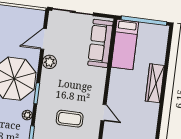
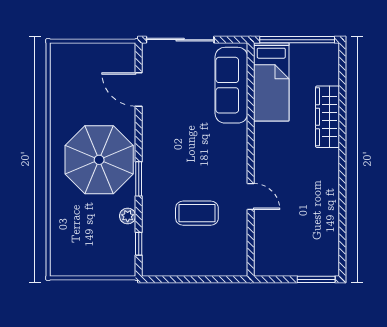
door: (44, 39) -> (139, 89), hinge flipped
plant: (49, 62) -> (153, 125), removed
wardrobe: (155, 83) -> (328, 117), moved

